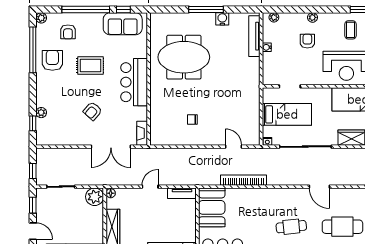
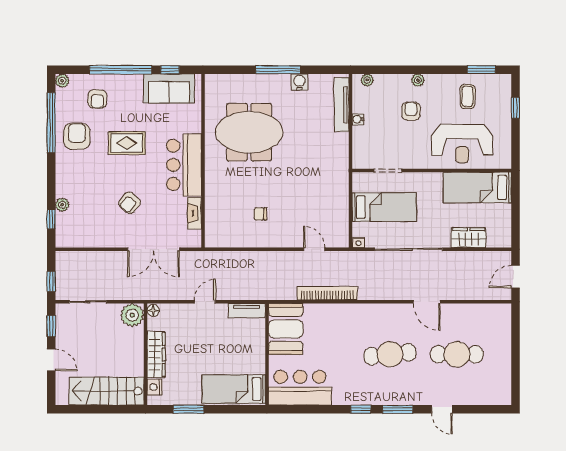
fireplace: (142, 133) -> (194, 213), moved
cafe table: (291, 227) -> (390, 354), width x1.37, depth x1.35

